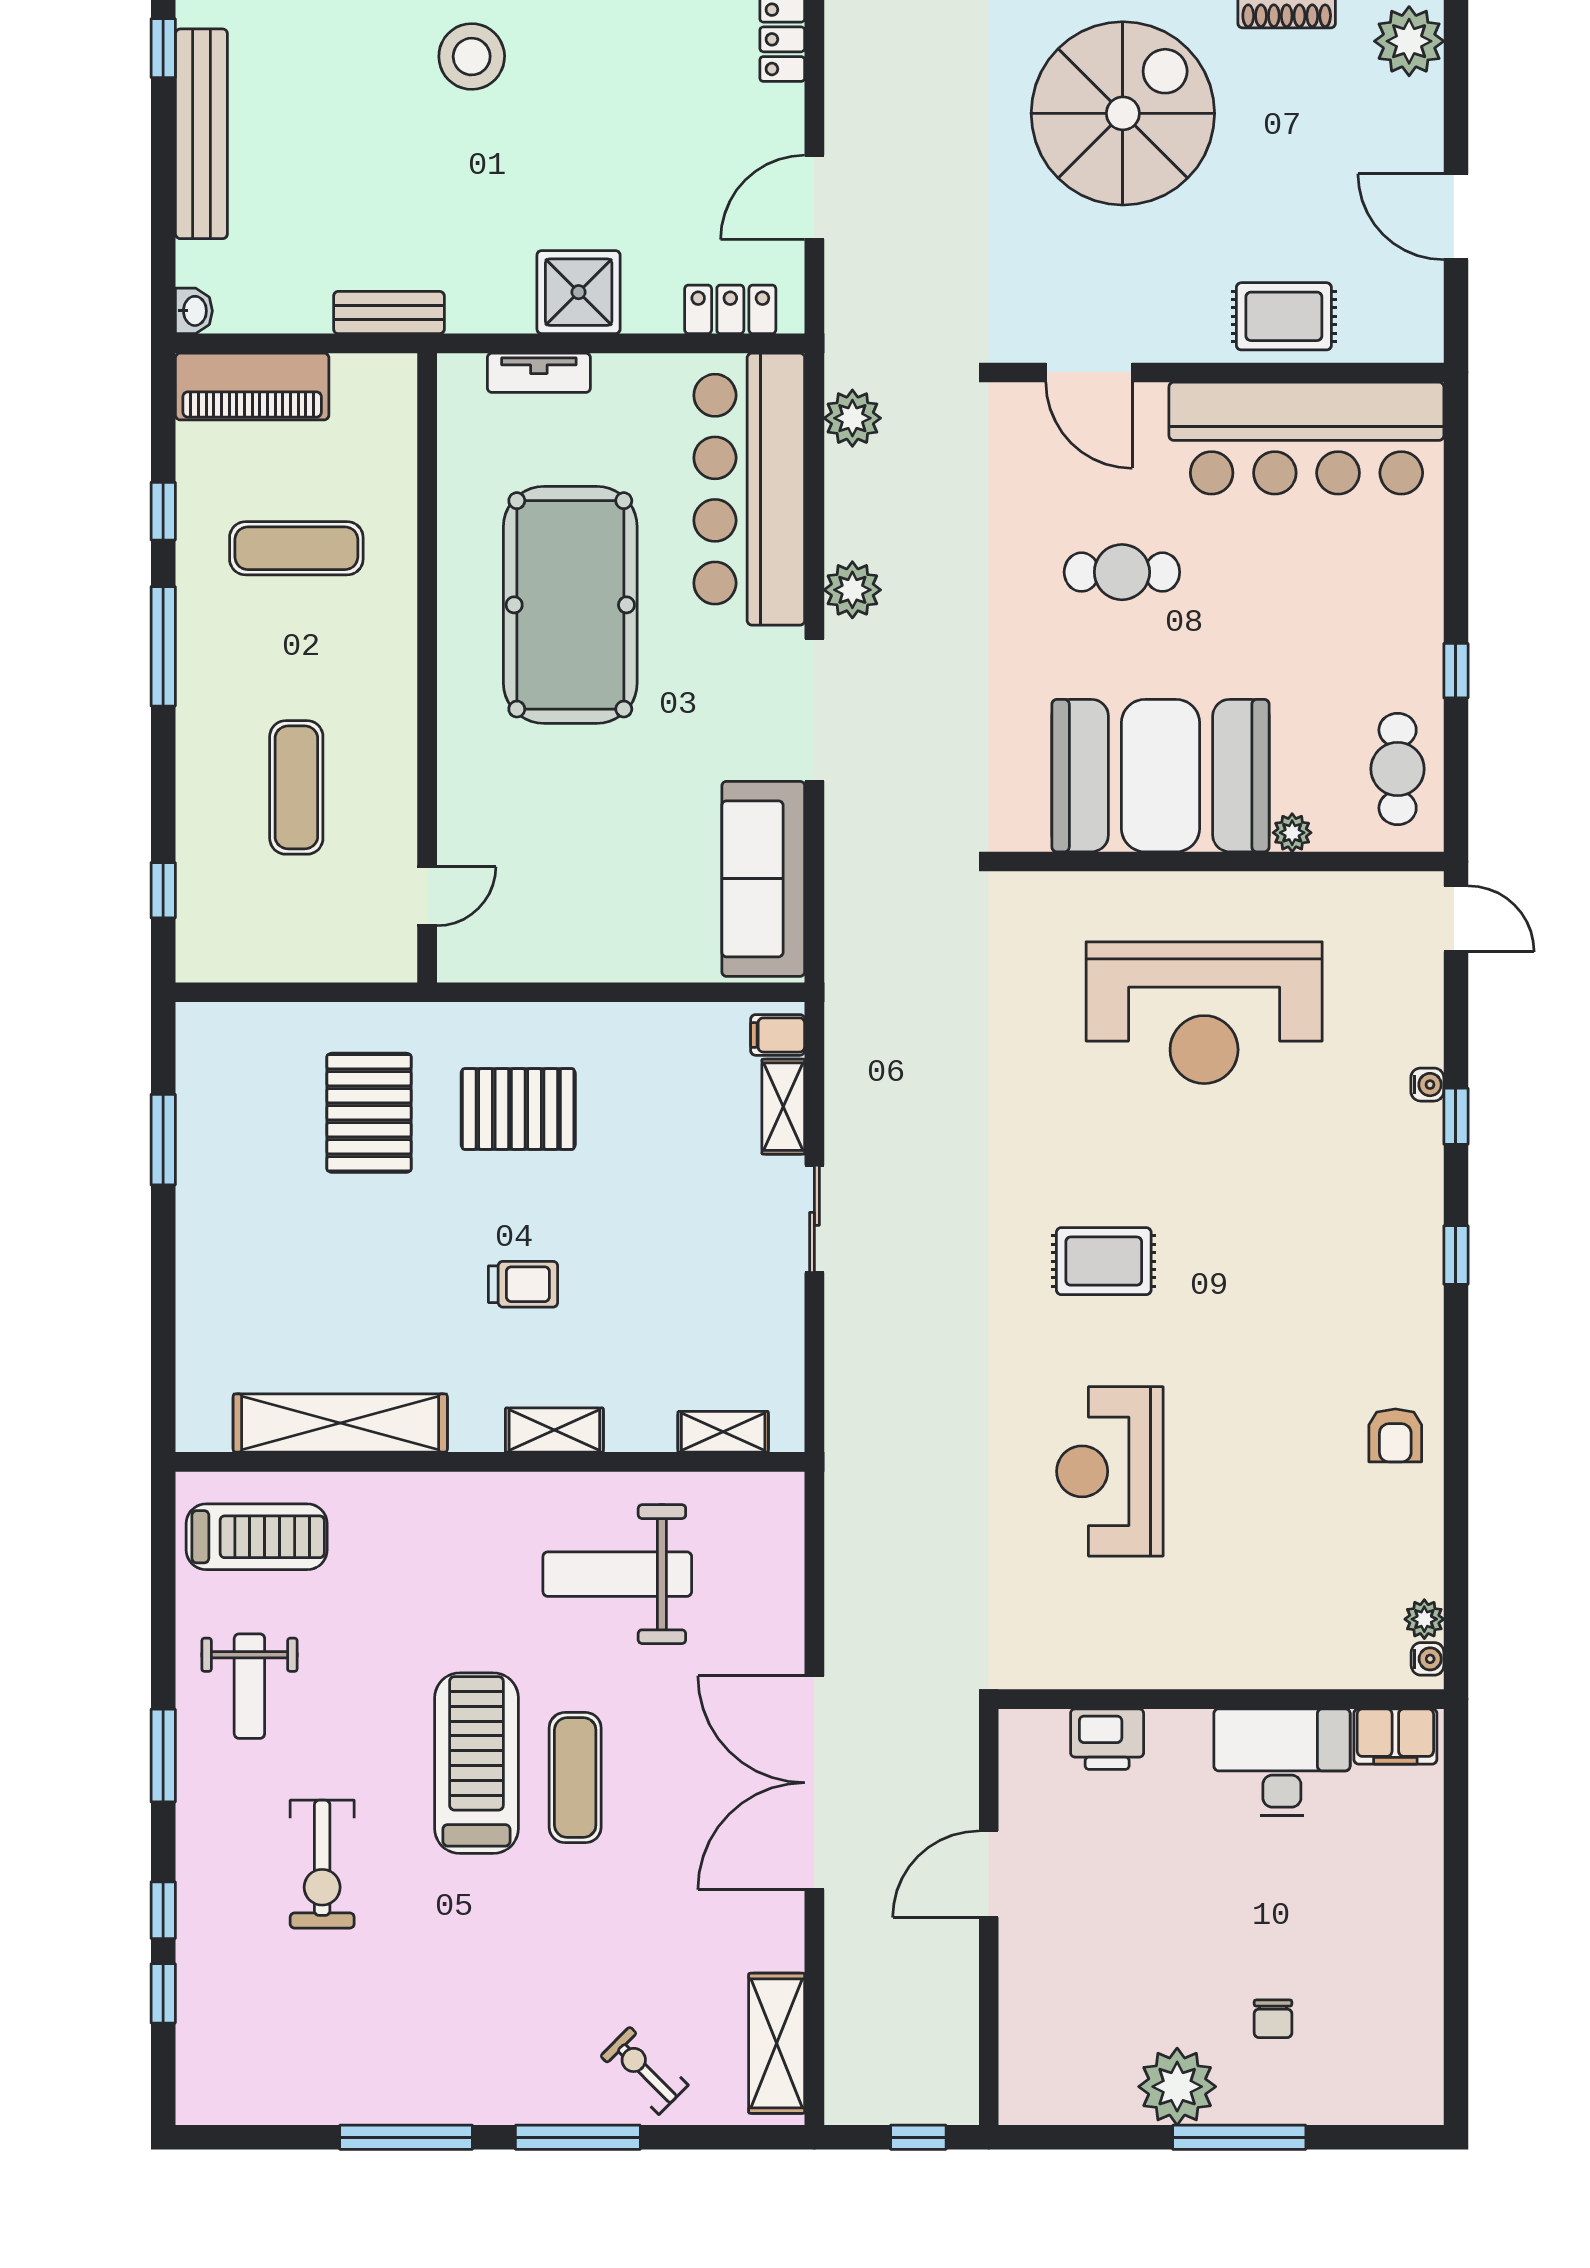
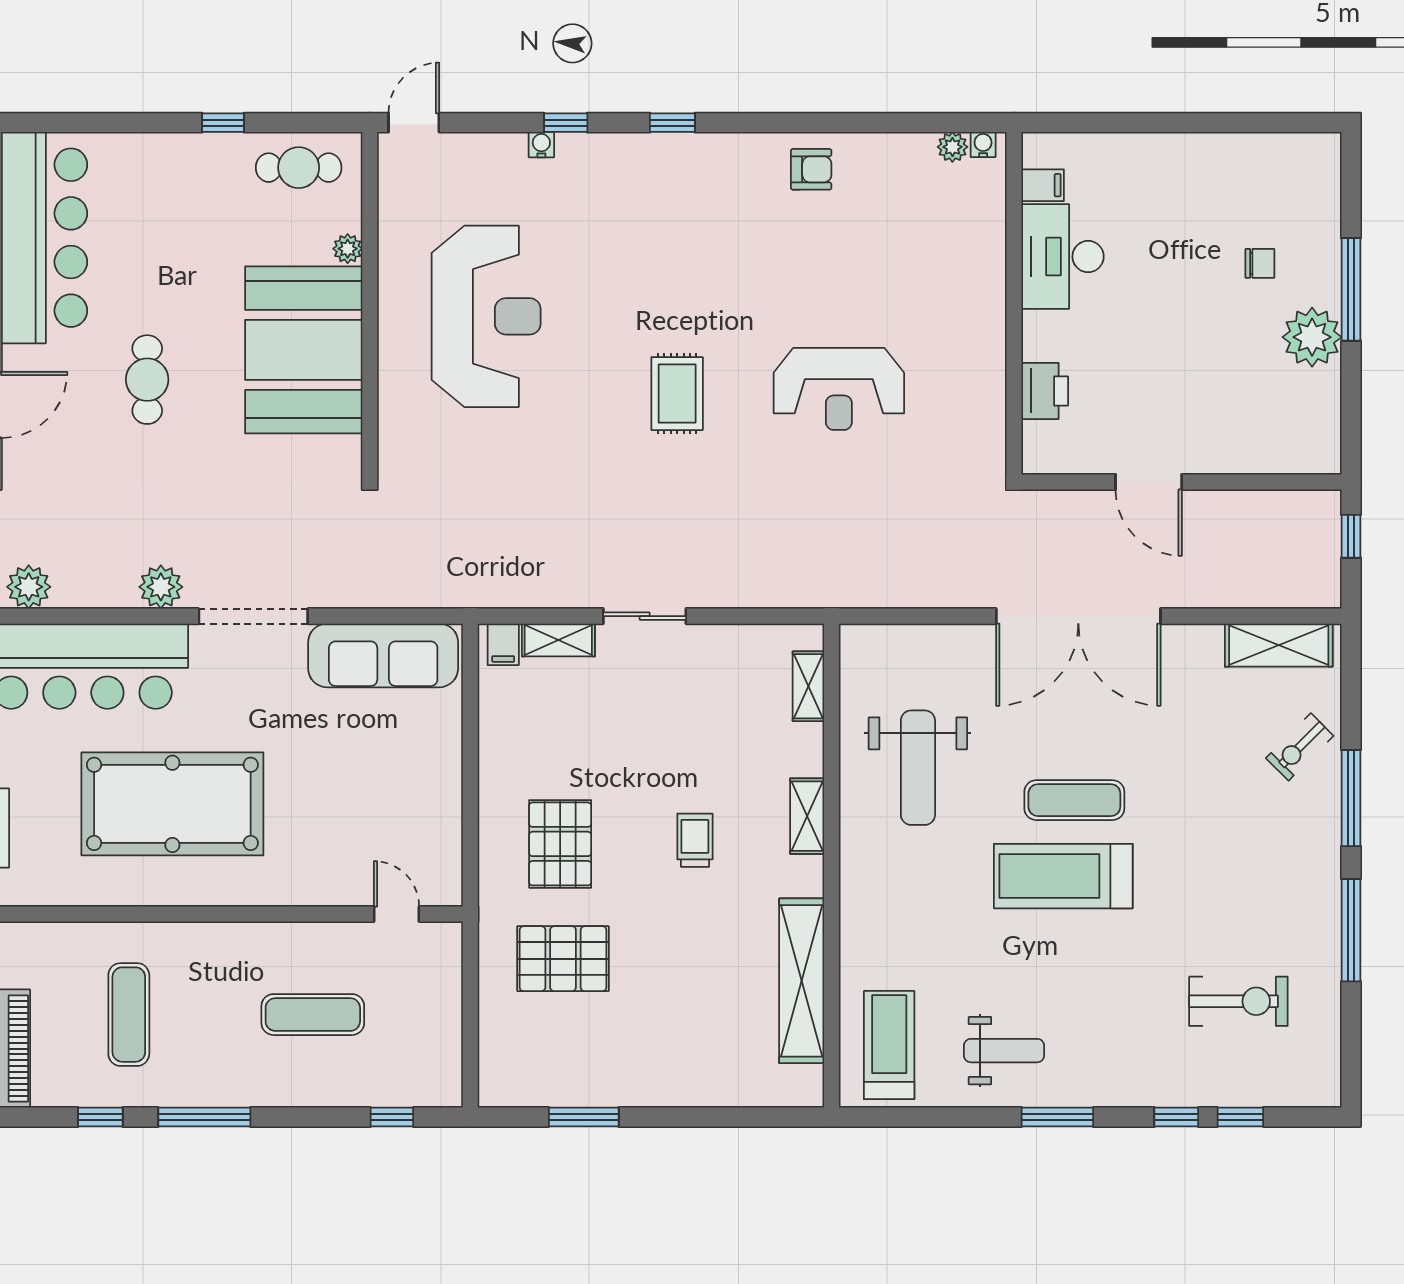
filing cabinet: (1395, 1736) -> (1043, 185), width x0.50
exercise bike: (322, 1864) -> (1238, 1001), moved

